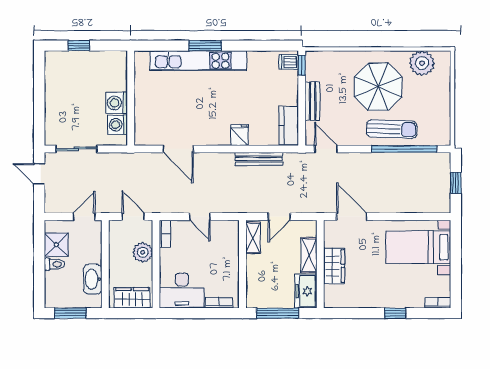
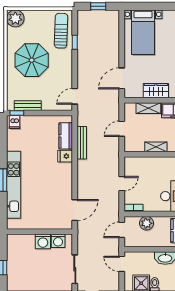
plant: (422, 63) -> (15, 18), moved
bench: (312, 101) -> (28, 106), moved
kitchen counter: (289, 126) -> (66, 136), moved, turned 90
sun lounger: (392, 129) -> (61, 31), moved
door: (178, 149) -> (75, 210), moved
window: (404, 149) -> (75, 42), width x0.32
door: (279, 217) -> (122, 129), swing flipped
shelving: (253, 238) -> (156, 147), moved

